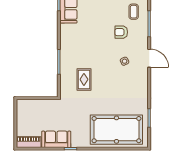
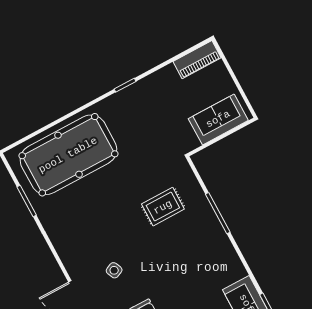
rug: (84, 79) -> (163, 207), turned 90
sofa: (56, 139) -> (218, 119), moved, turned 180

